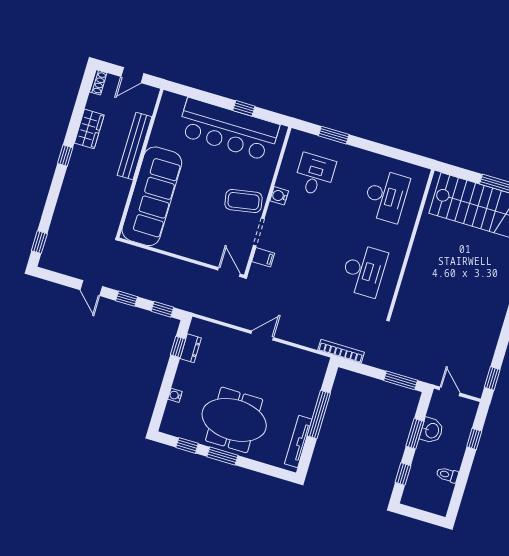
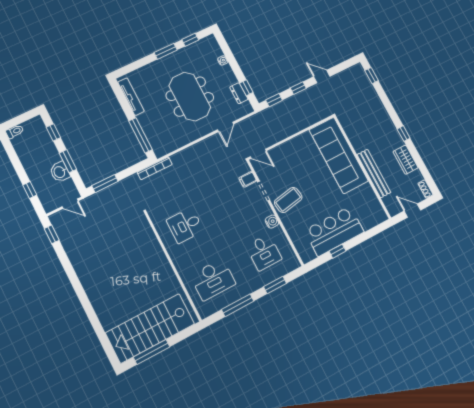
door: (132, 75) -> (412, 211), hinge flipped
bar counter: (228, 130) -> (334, 231), width x0.73
window: (386, 151) -> (238, 305), added
desk: (386, 196) -> (213, 280), turned -90
desk: (364, 270) -> (185, 225), width x0.73
door: (262, 335) -> (226, 127), moved
window: (319, 415) -> (141, 135), moved
meeting table: (234, 420) -> (190, 97), moved, turned 90
toilet: (447, 475) -> (15, 131), moved

